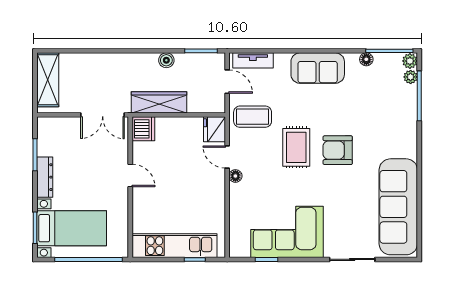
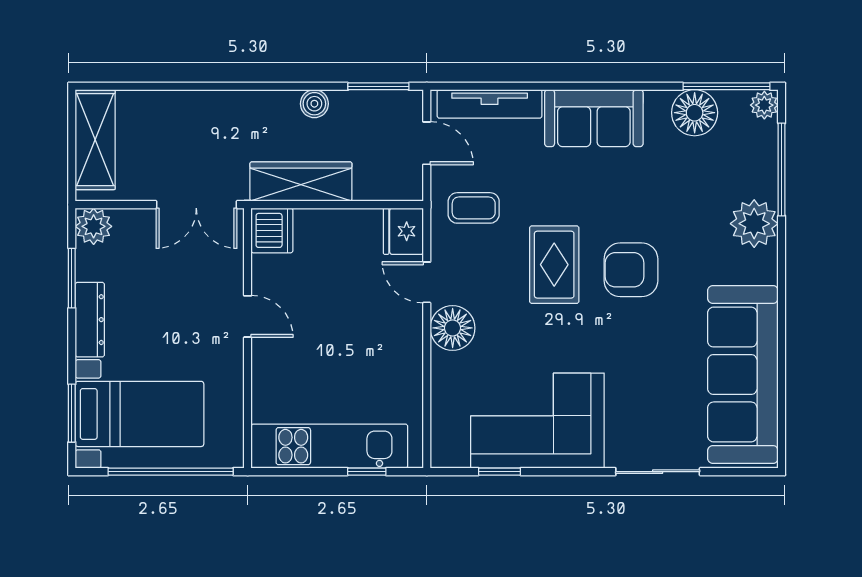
floor lamp: (366, 59) -> (695, 113), width x1.89, depth x1.89
tv unit: (253, 60) -> (490, 104), width x1.41
plant: (411, 77) -> (754, 224), moved, width x1.87, depth x1.87
coffee table: (253, 117) -> (474, 208), width x0.73, depth x0.77
plant: (47, 127) -> (94, 226), added
floor lamp: (235, 176) -> (453, 328), width x1.89, depth x1.89

